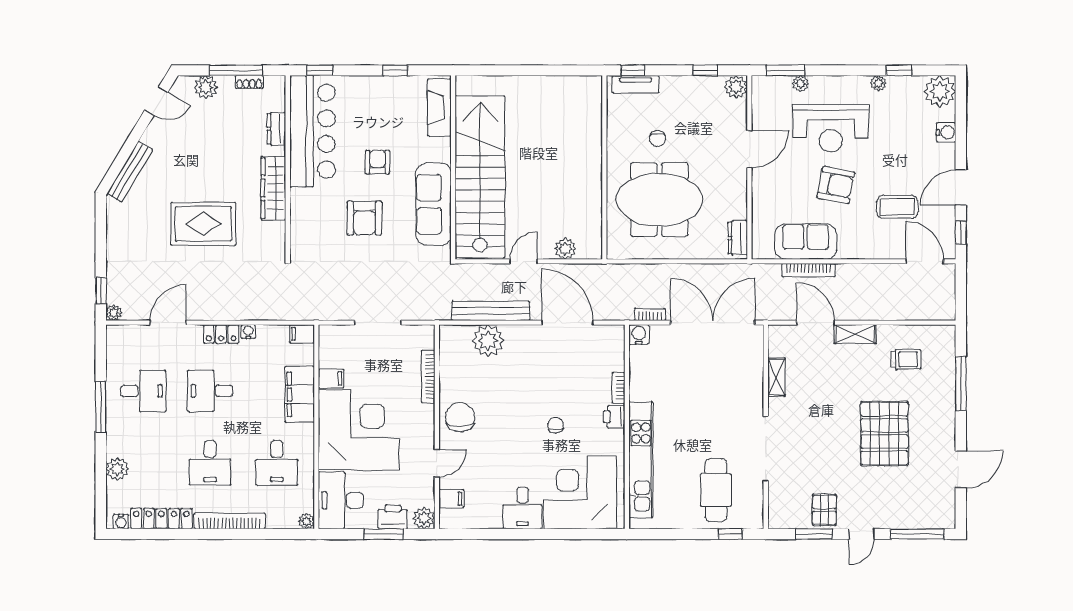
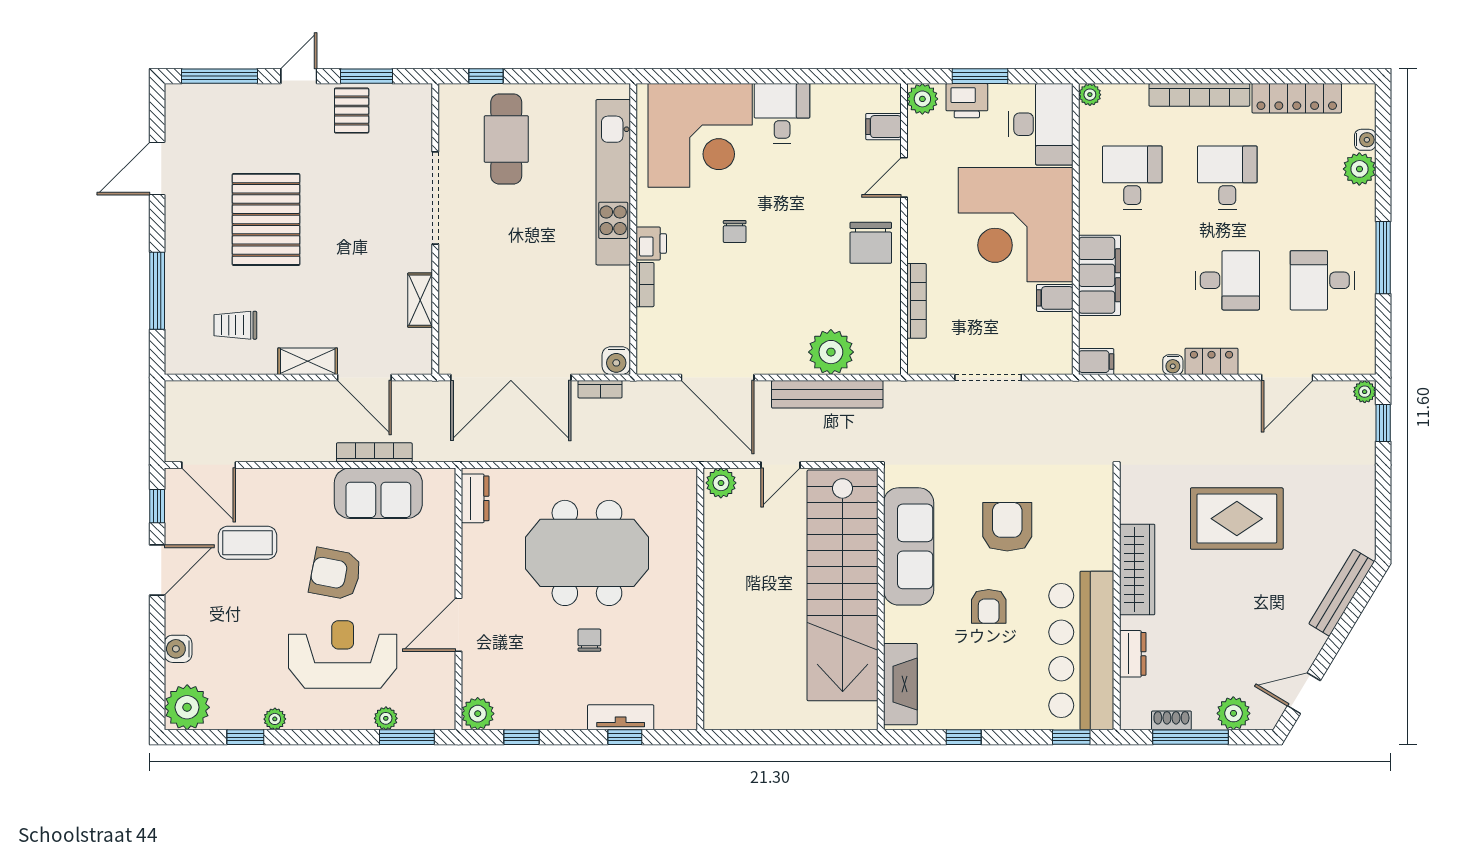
wall: (604, 167) -> (700, 599), moved
water cooler: (121, 522) -> (1365, 140), moved, turned 90

